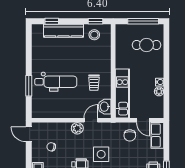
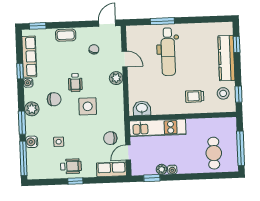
trolley: (94, 83) -> (195, 96), moved
window: (166, 100) -> (152, 178), added
door: (91, 120) -> (125, 59), moved

